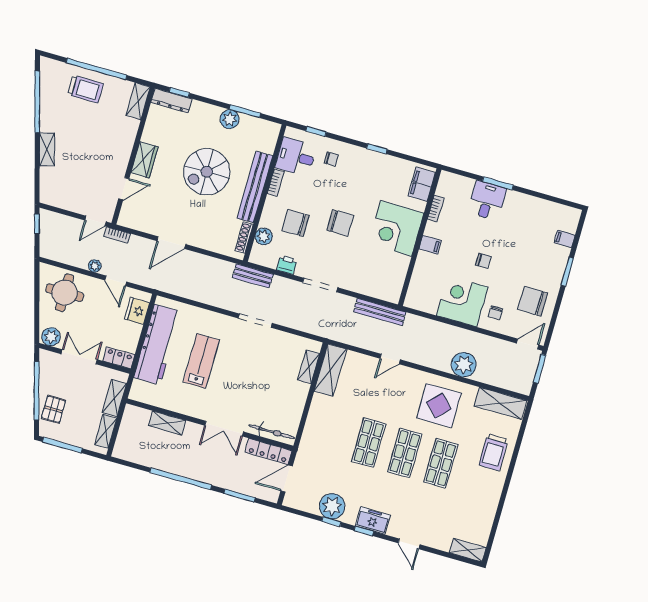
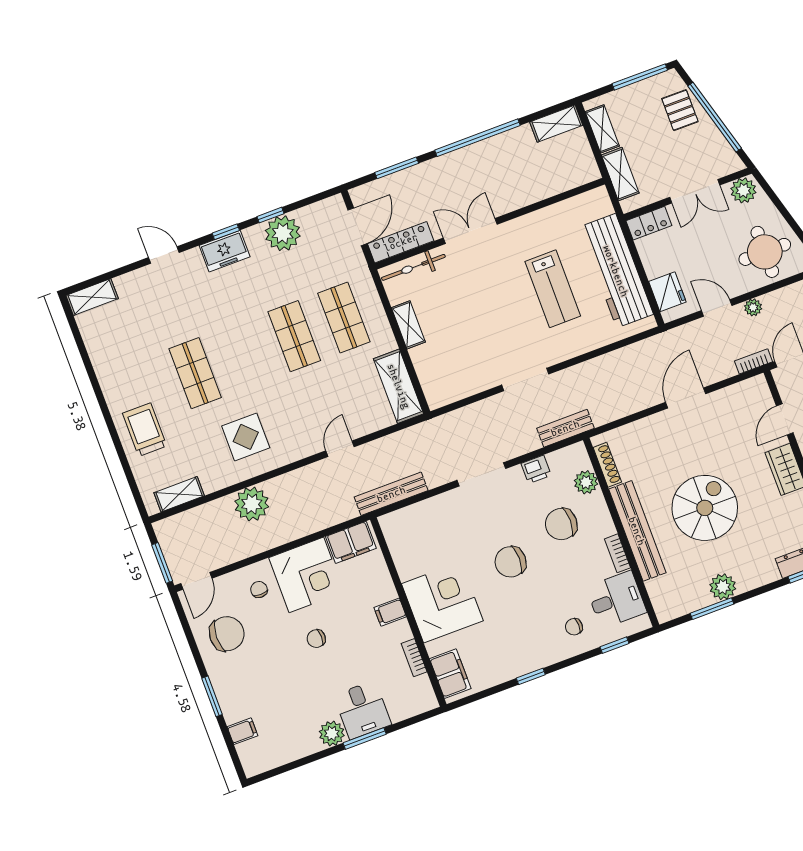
plant: (515, 200) -> (332, 734), added
chair: (295, 223) -> (561, 524), turned 180
filing cabinet: (423, 301) -> (351, 542), added
shelving: (309, 367) -> (408, 325), moved
shelving: (500, 403) -> (179, 494), width x0.67, depth x0.75
display table: (439, 406) -> (246, 437), width x0.73, depth x0.73
shelving: (167, 423) -> (556, 124), moved
shop shelf: (405, 453) -> (344, 318), moved

